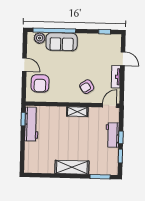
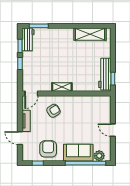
armchair: (40, 83) -> (48, 149), moved
workbench: (112, 135) -> (28, 39), moved
shelving: (72, 167) -> (90, 34), moved

